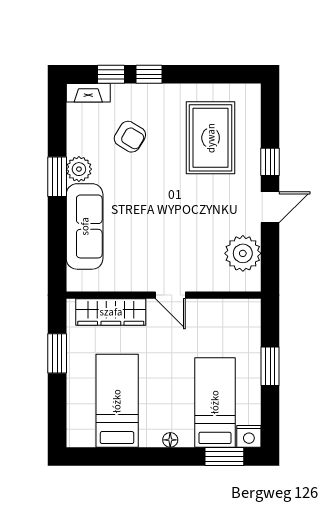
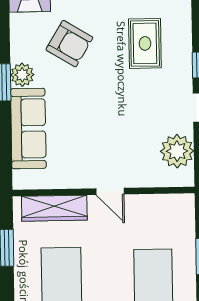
armchair: (130, 137) -> (69, 44), width x1.38, depth x1.38
rug: (211, 138) -> (145, 43), width x0.73, depth x0.70

